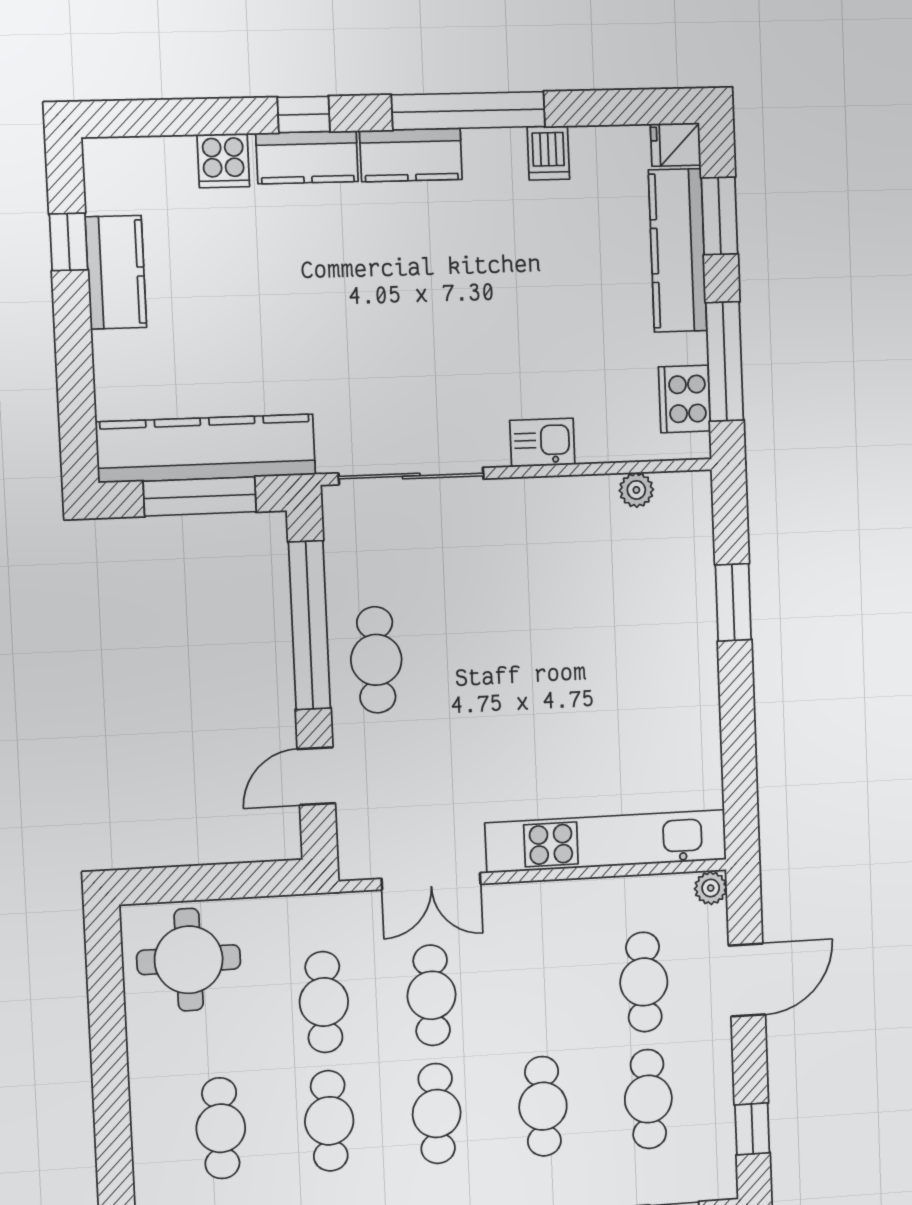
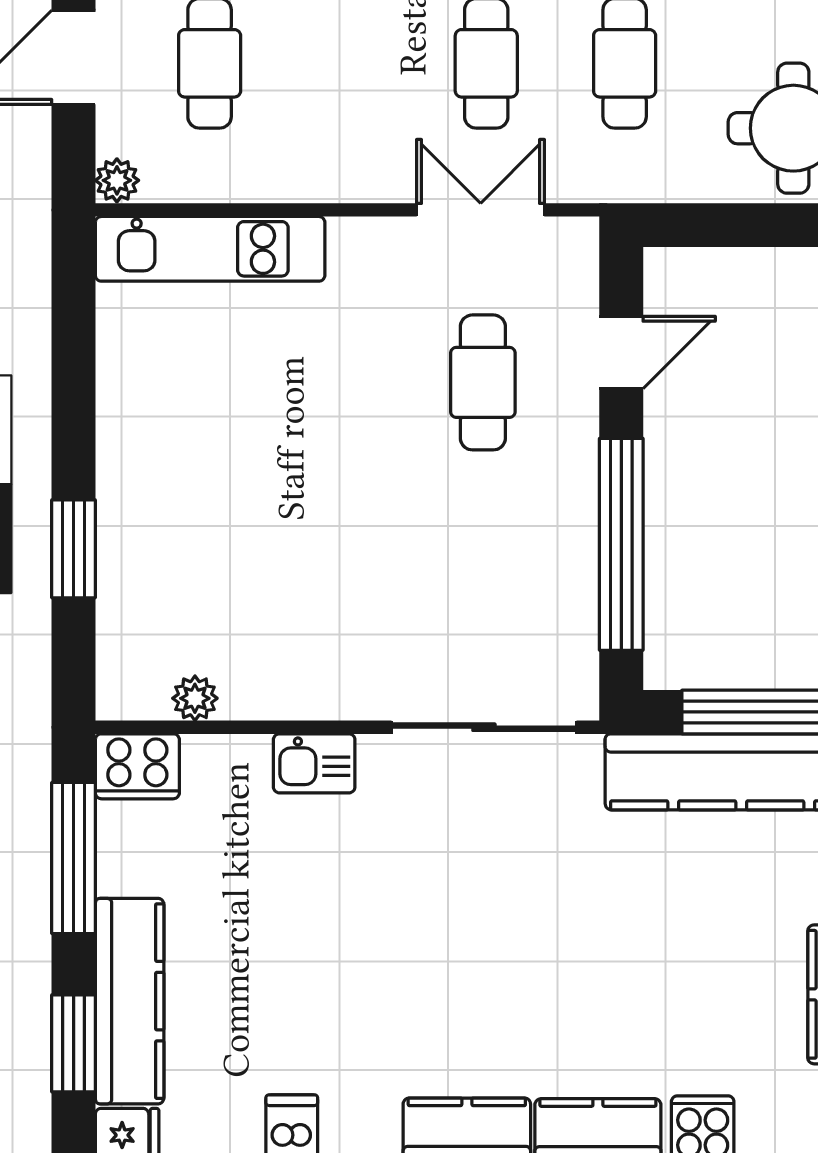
cooker: (684, 399) -> (137, 766), moved, turned 90
cafe table: (376, 660) -> (483, 382), moved
kitchen unit: (606, 841) -> (210, 249), width x0.73

